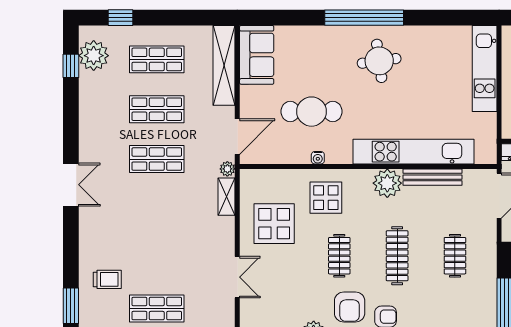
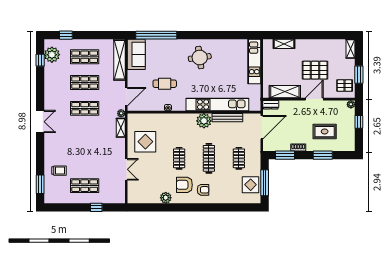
window: (364, 18) -> (156, 35), moved
cafe table: (312, 112) -> (165, 84), width x0.73, depth x0.74
display table: (326, 198) -> (251, 185), moved
armchair: (350, 307) -> (184, 185), turned 90

